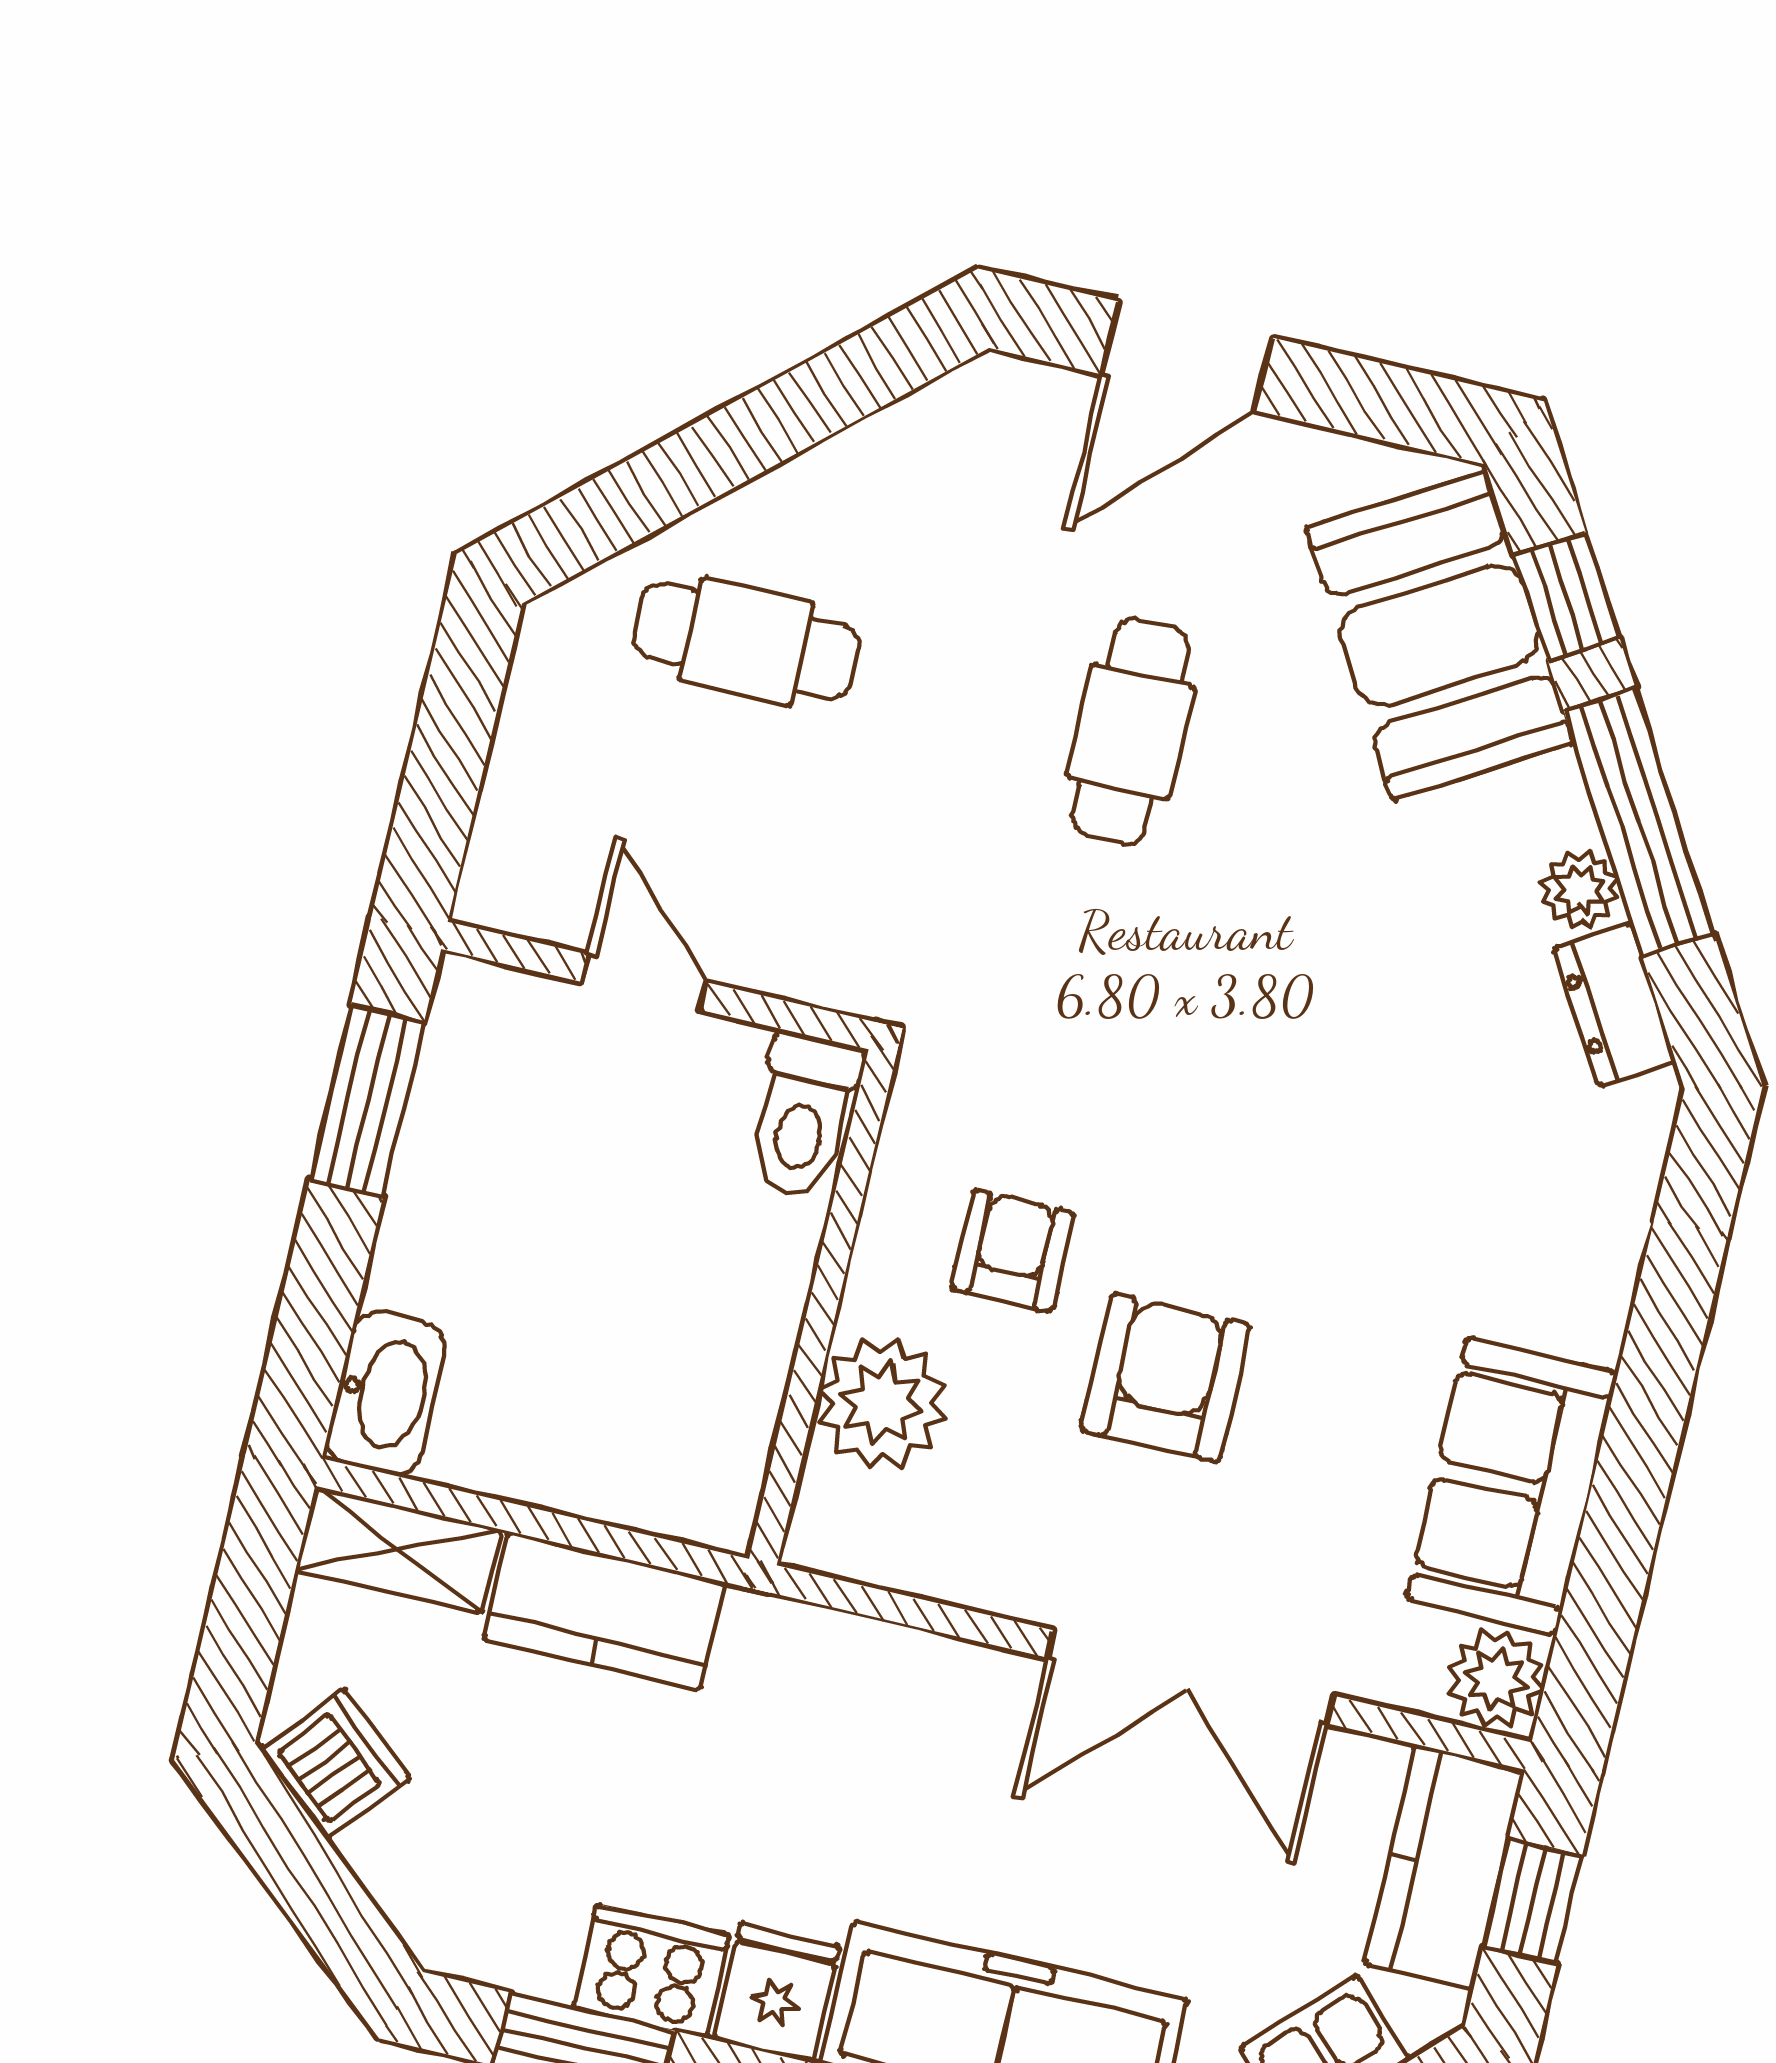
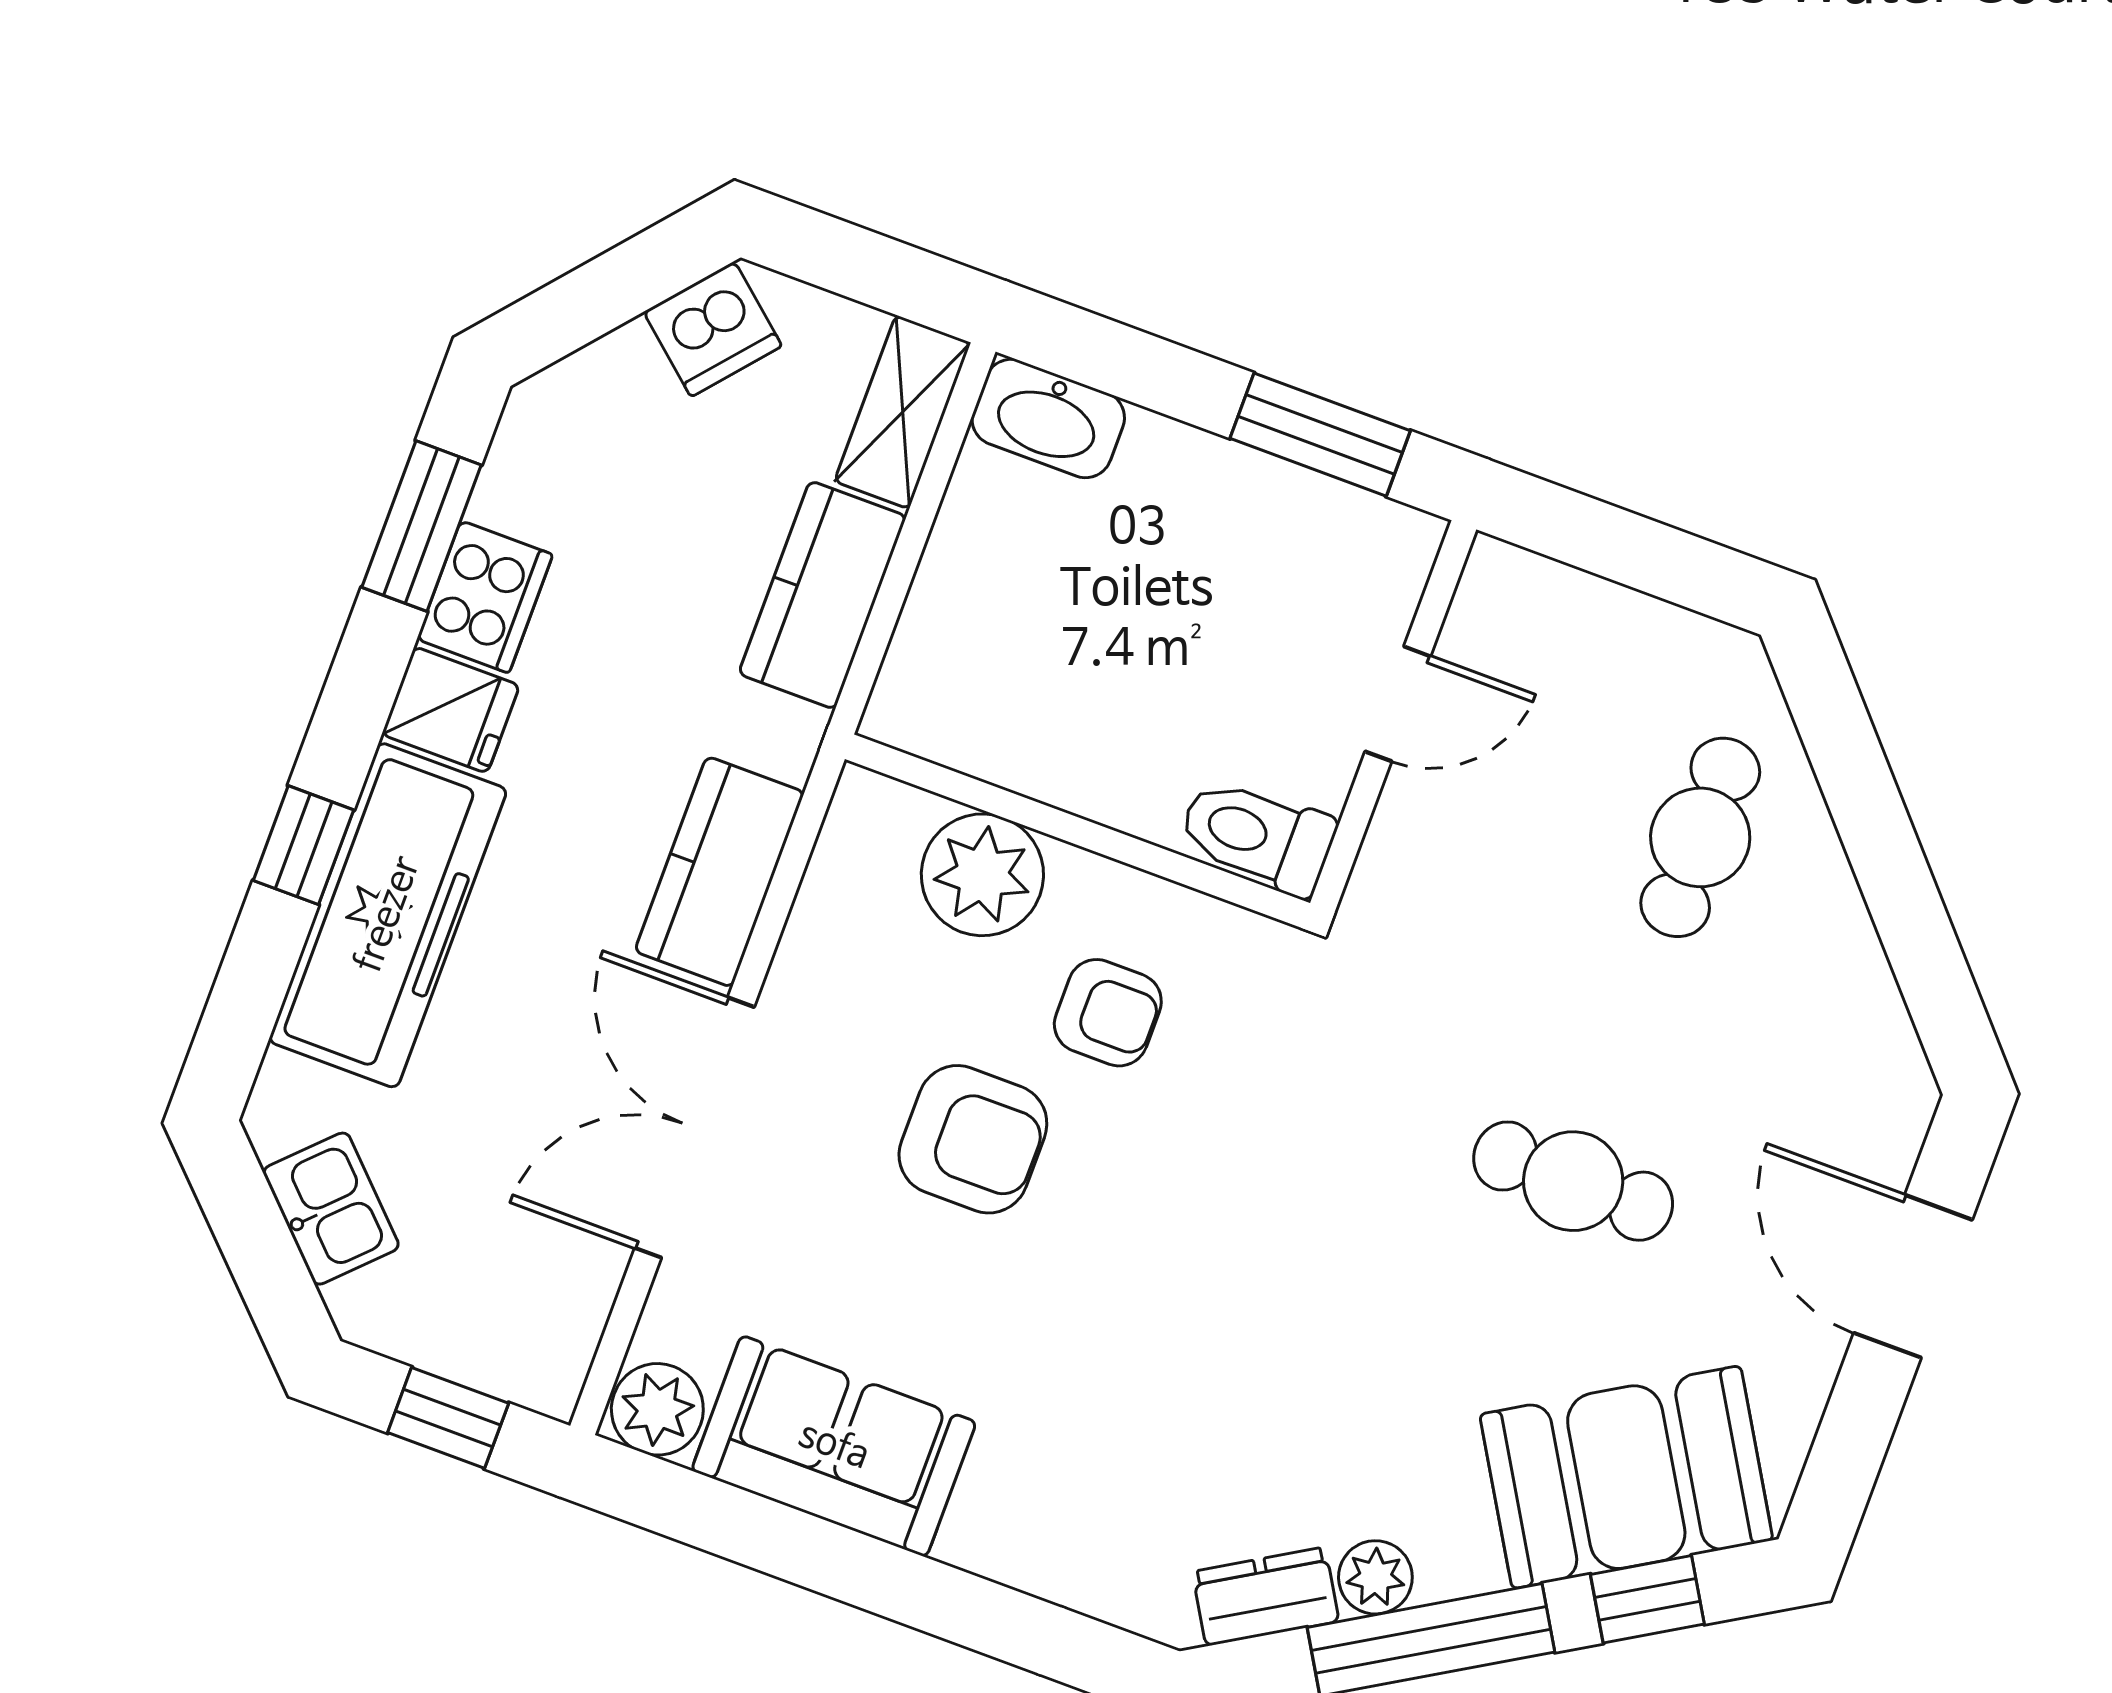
kitchen counter: (1445, 1867) -> (719, 872), moved, turned -90

